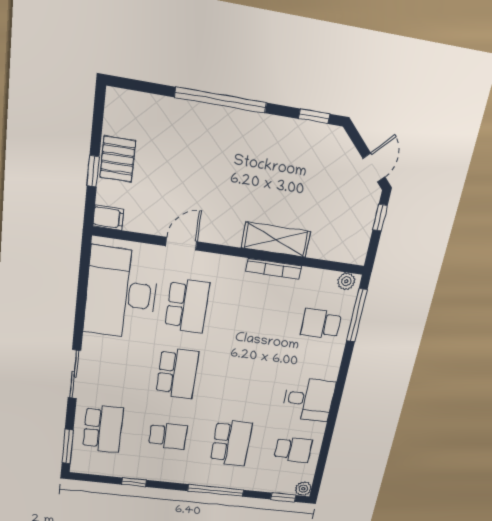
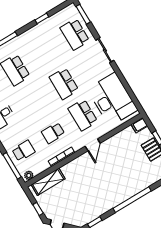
shelving: (276, 240) -> (48, 182), moved
door: (181, 244) -> (93, 145), moved
school desk: (168, 436) -> (53, 133), moved

